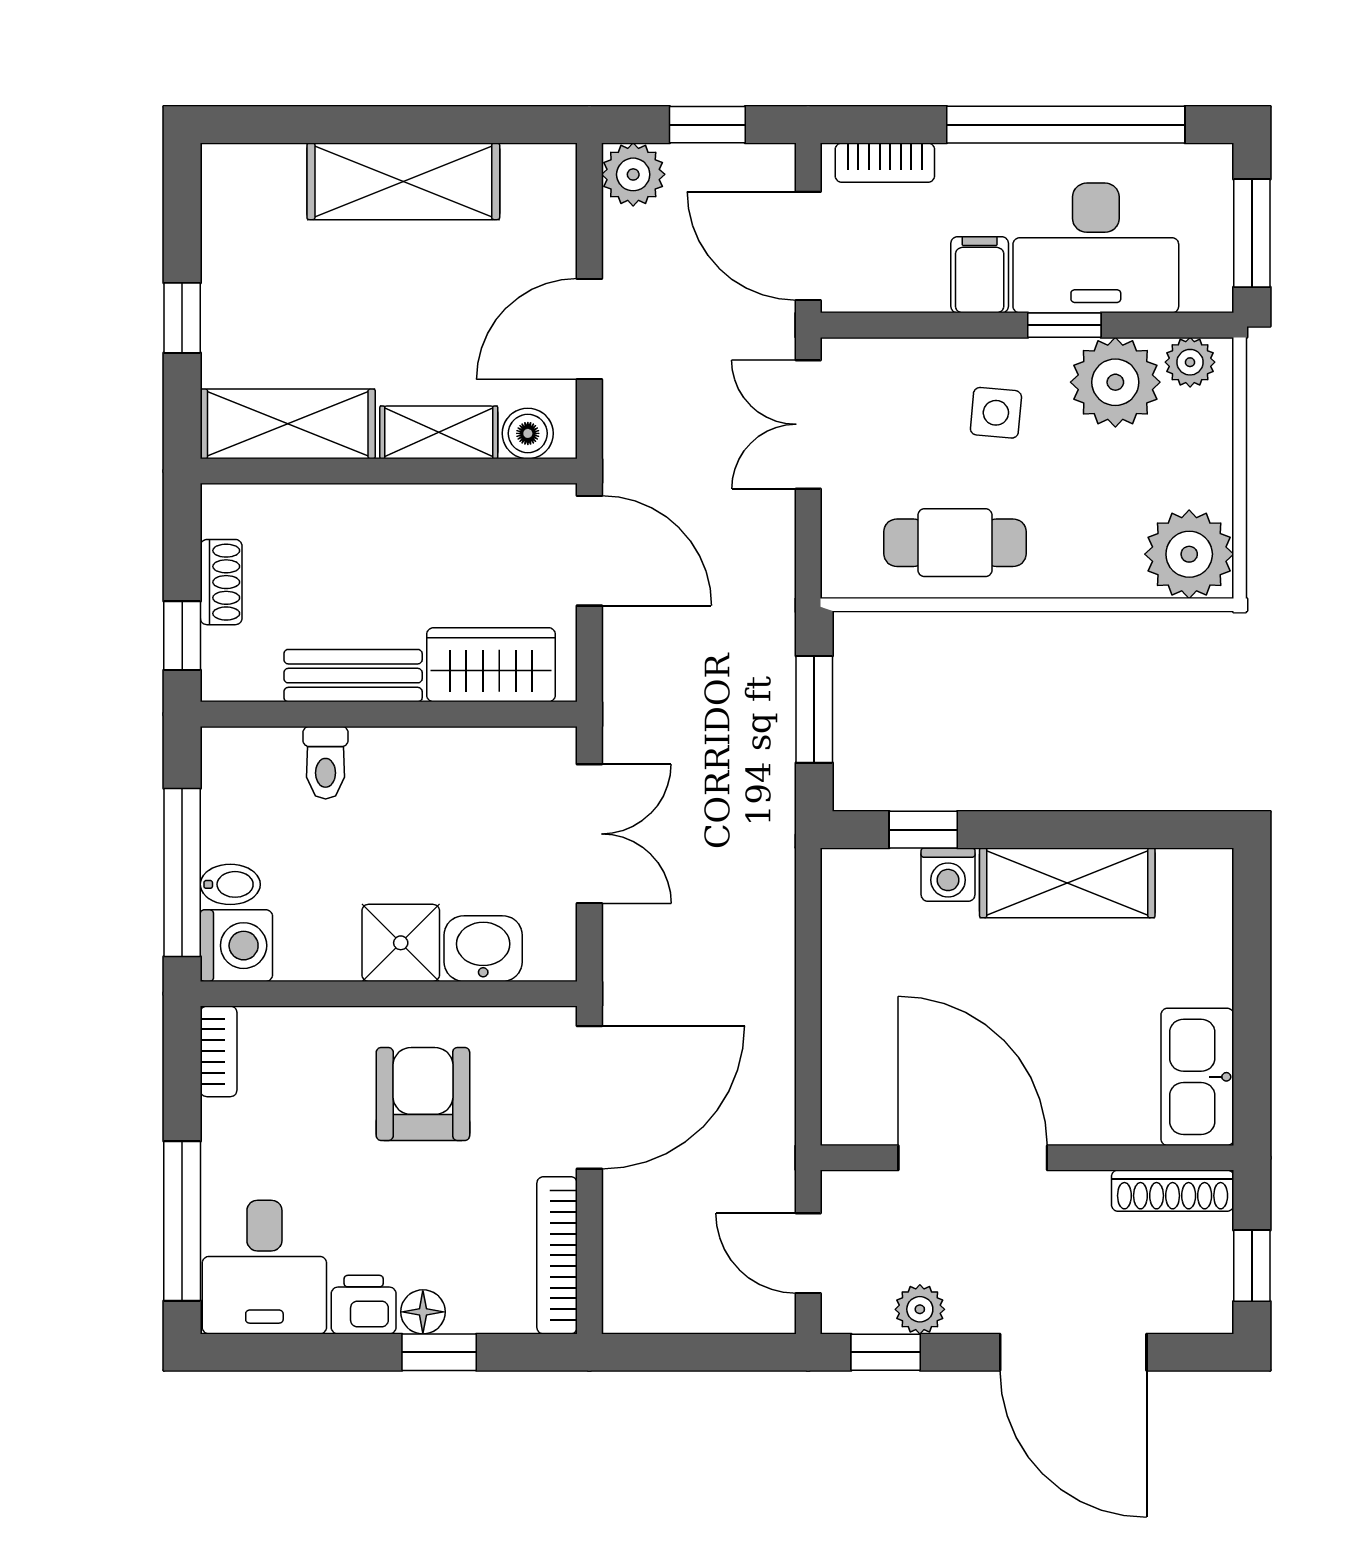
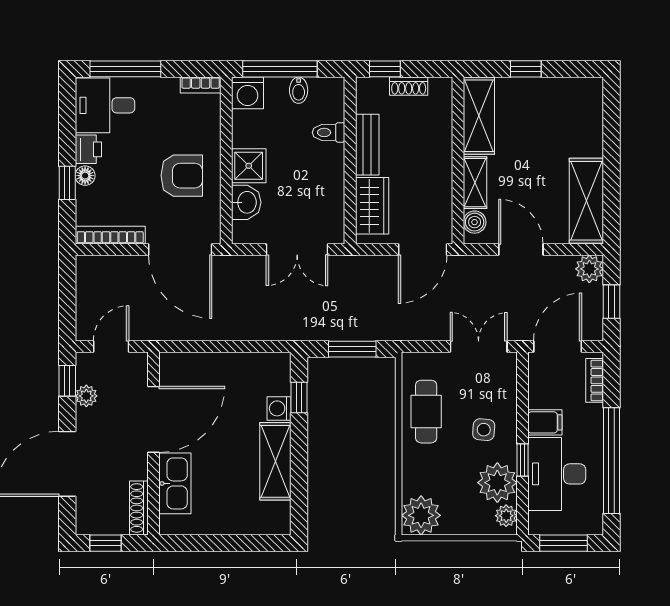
shelving: (403, 181) -> (586, 201), moved
bidet: (230, 884) -> (299, 90), moved
kitchen sink: (1197, 1077) -> (175, 483), moved, turned 90

